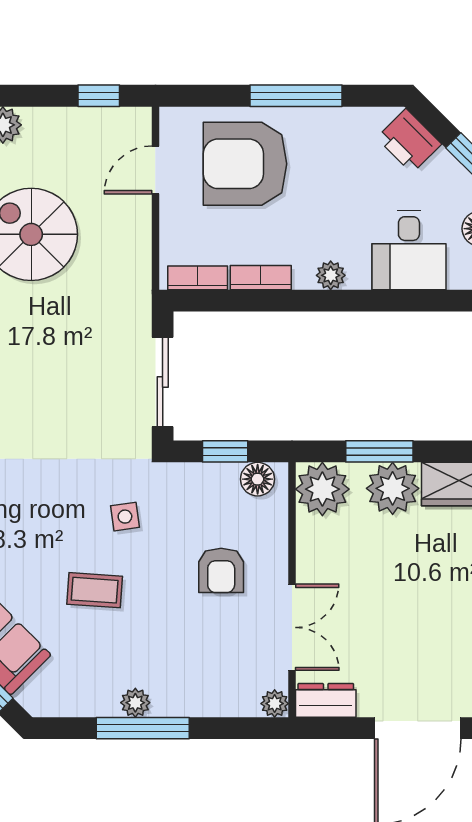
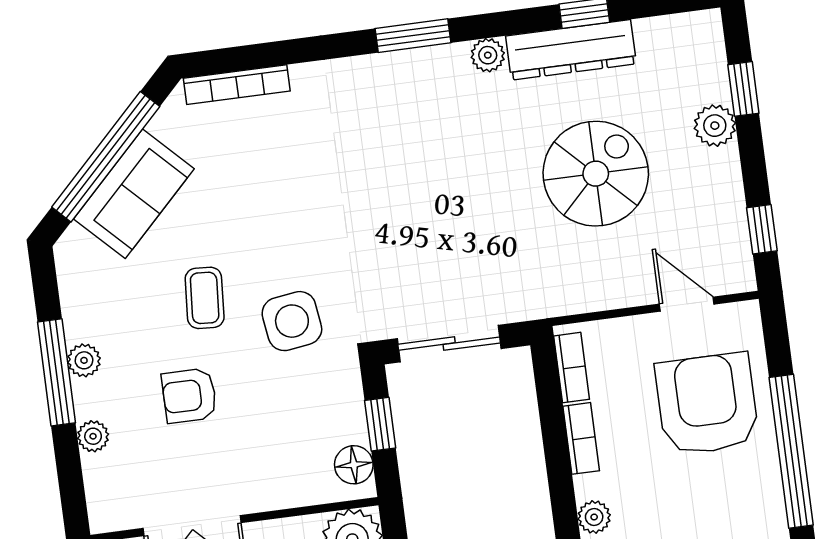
window: (296, 96) -> (791, 451), width x1.46
side table: (125, 517) -> (292, 321), width x1.87, depth x1.87
armchair: (221, 570) -> (189, 396), moved
plant: (275, 704) -> (93, 436), moved

